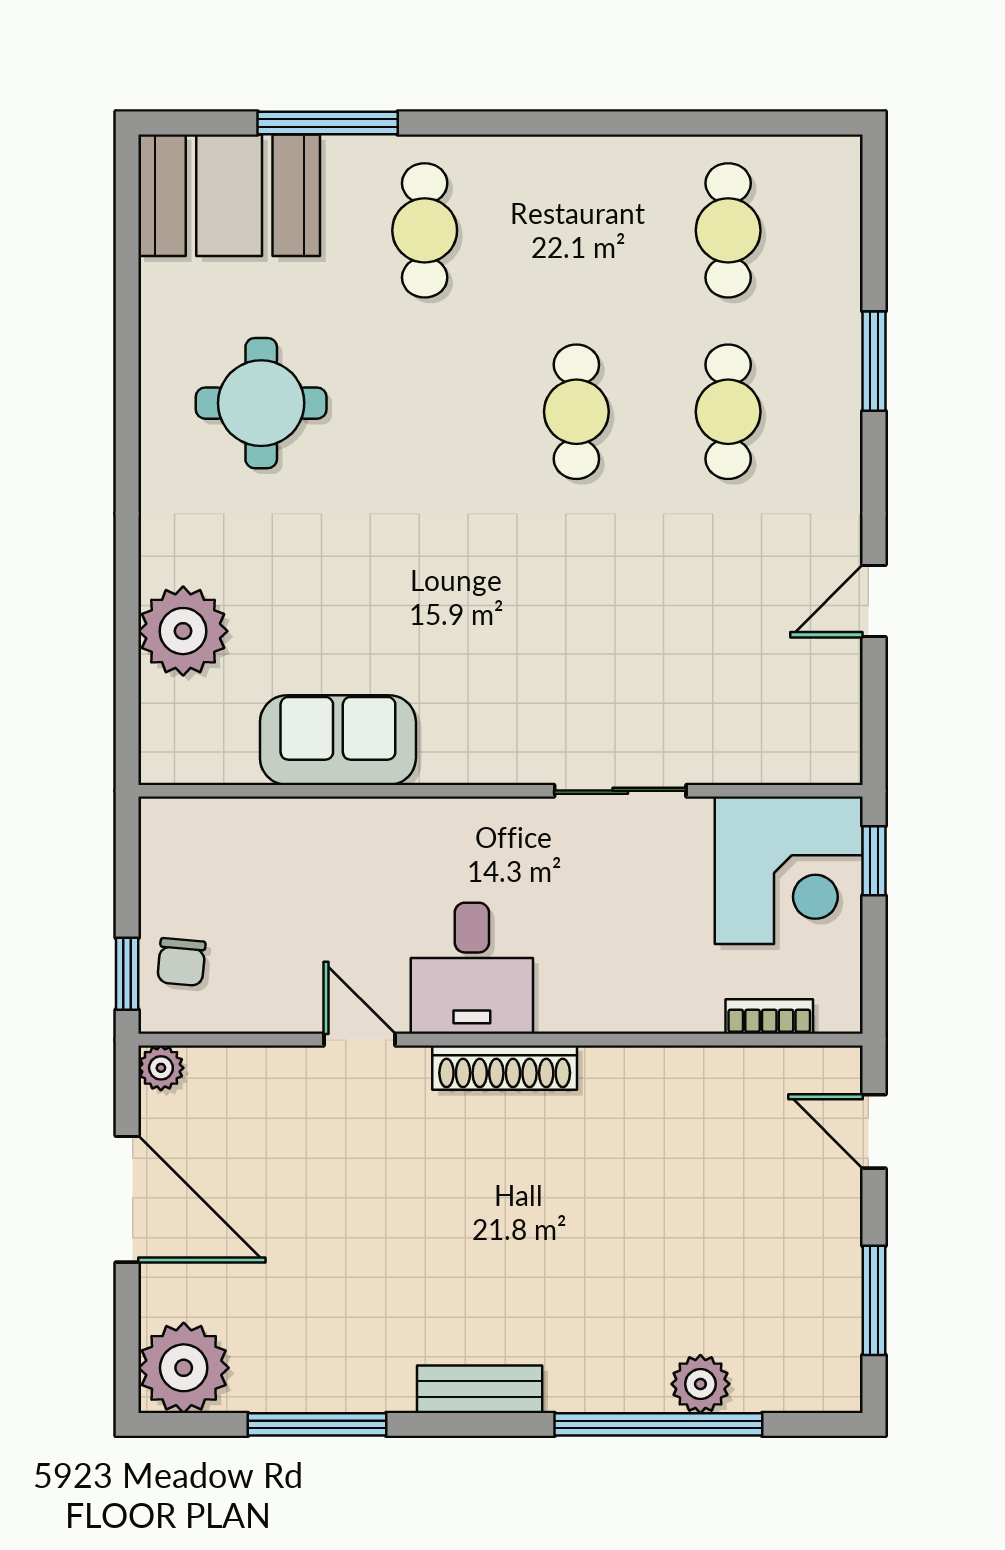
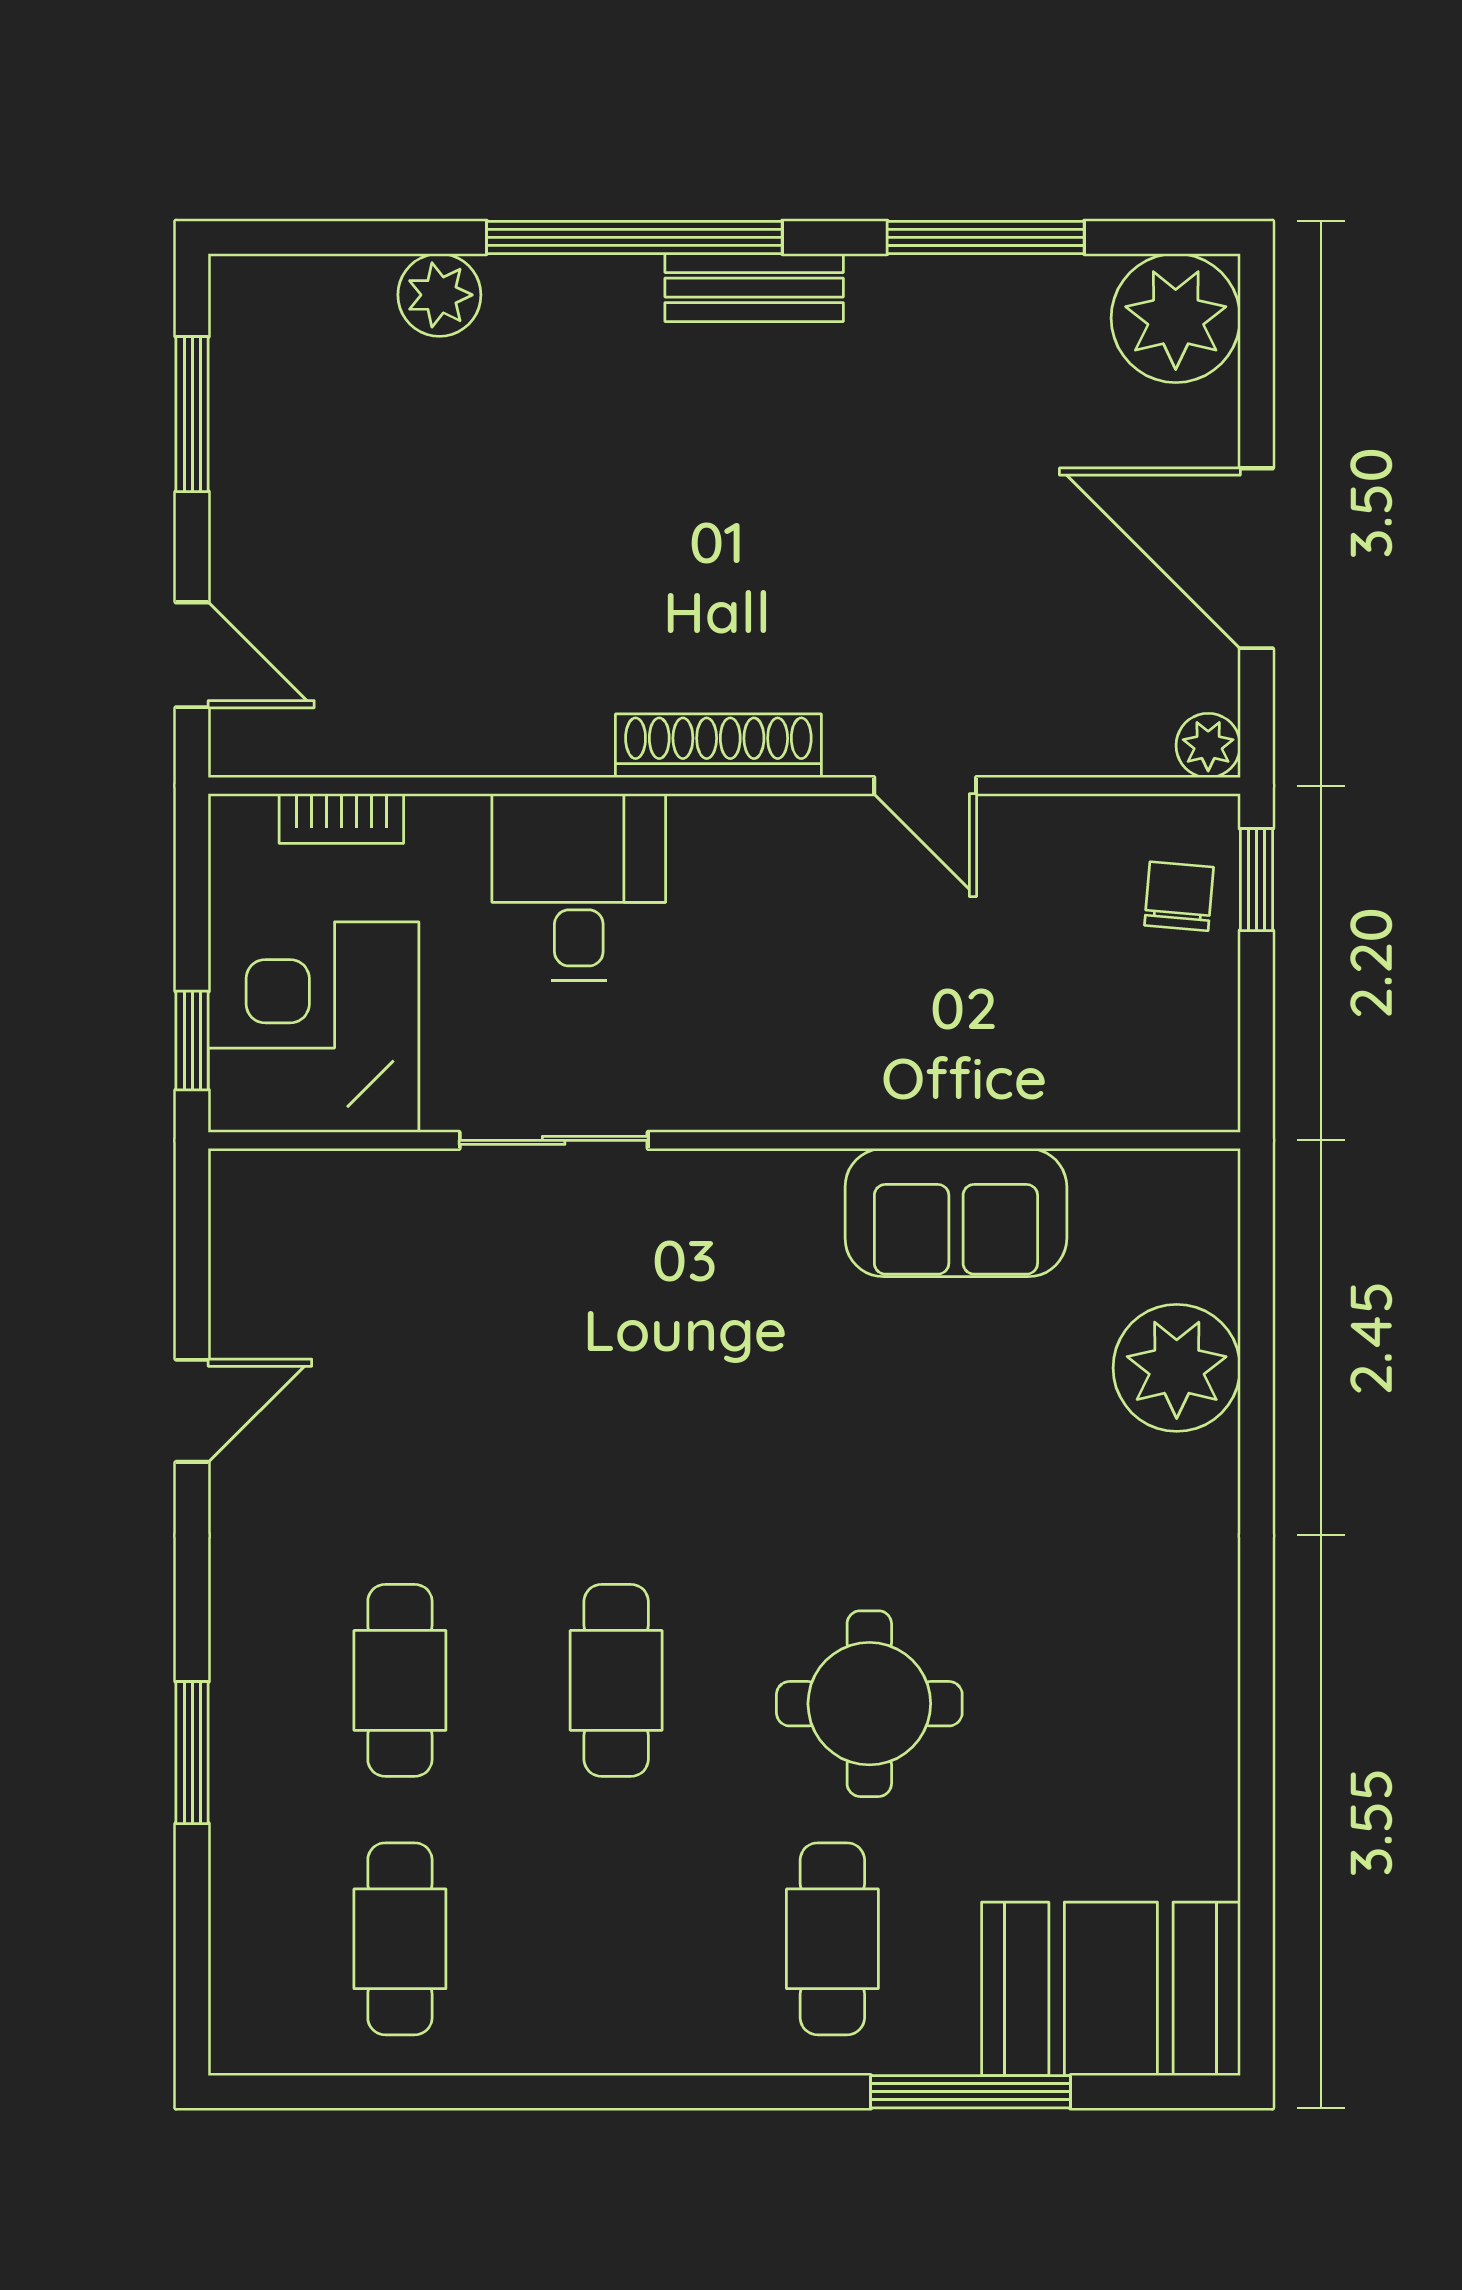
round table: (261, 403) -> (869, 1704), moved
desk: (472, 968) -> (579, 887), moved
window: (658, 1424) -> (634, 237), moved

